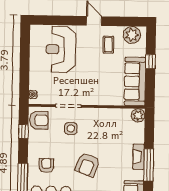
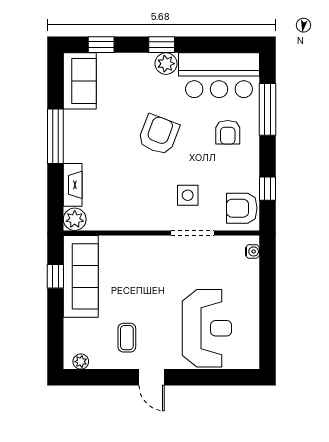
plant: (132, 35) -> (81, 362), width x0.53, depth x0.53
window: (150, 62) -> (55, 276), moved
fireplace: (139, 157) -> (73, 185), moved

